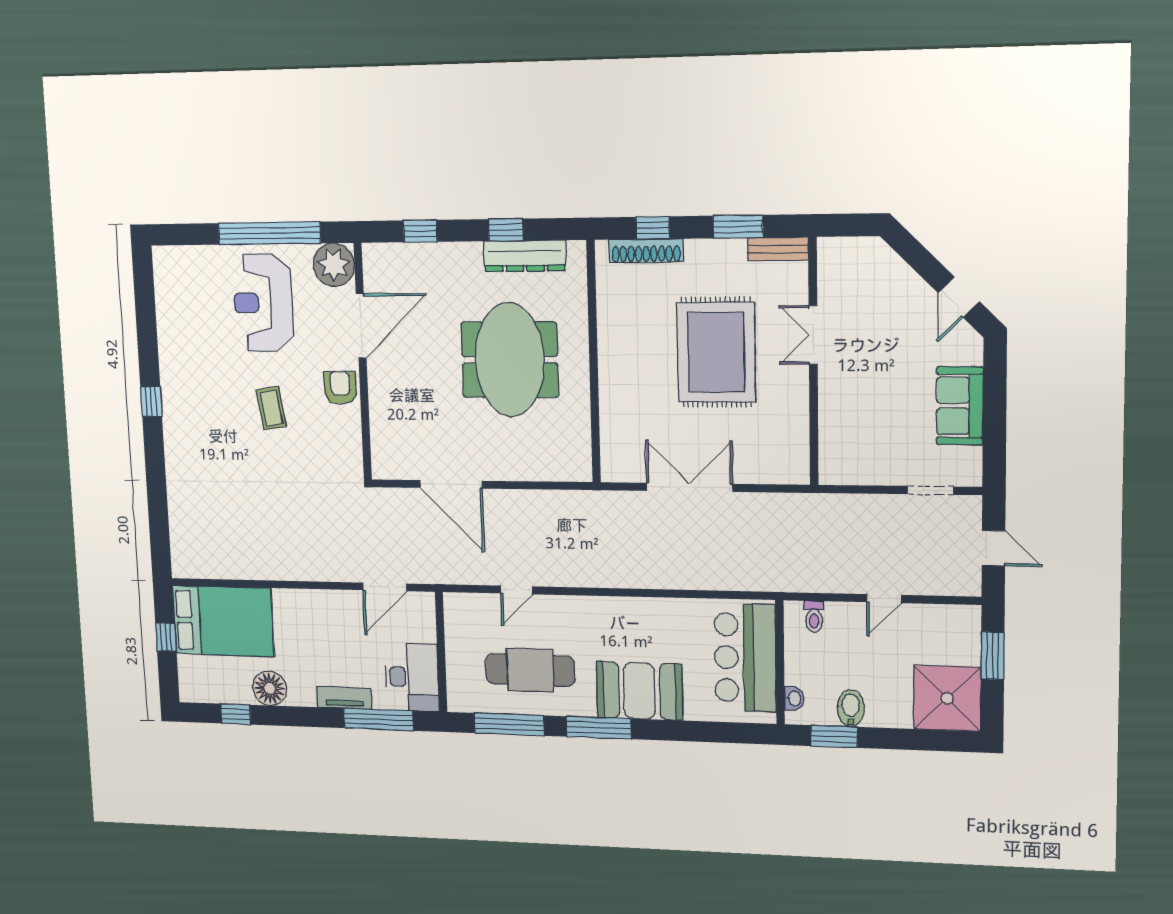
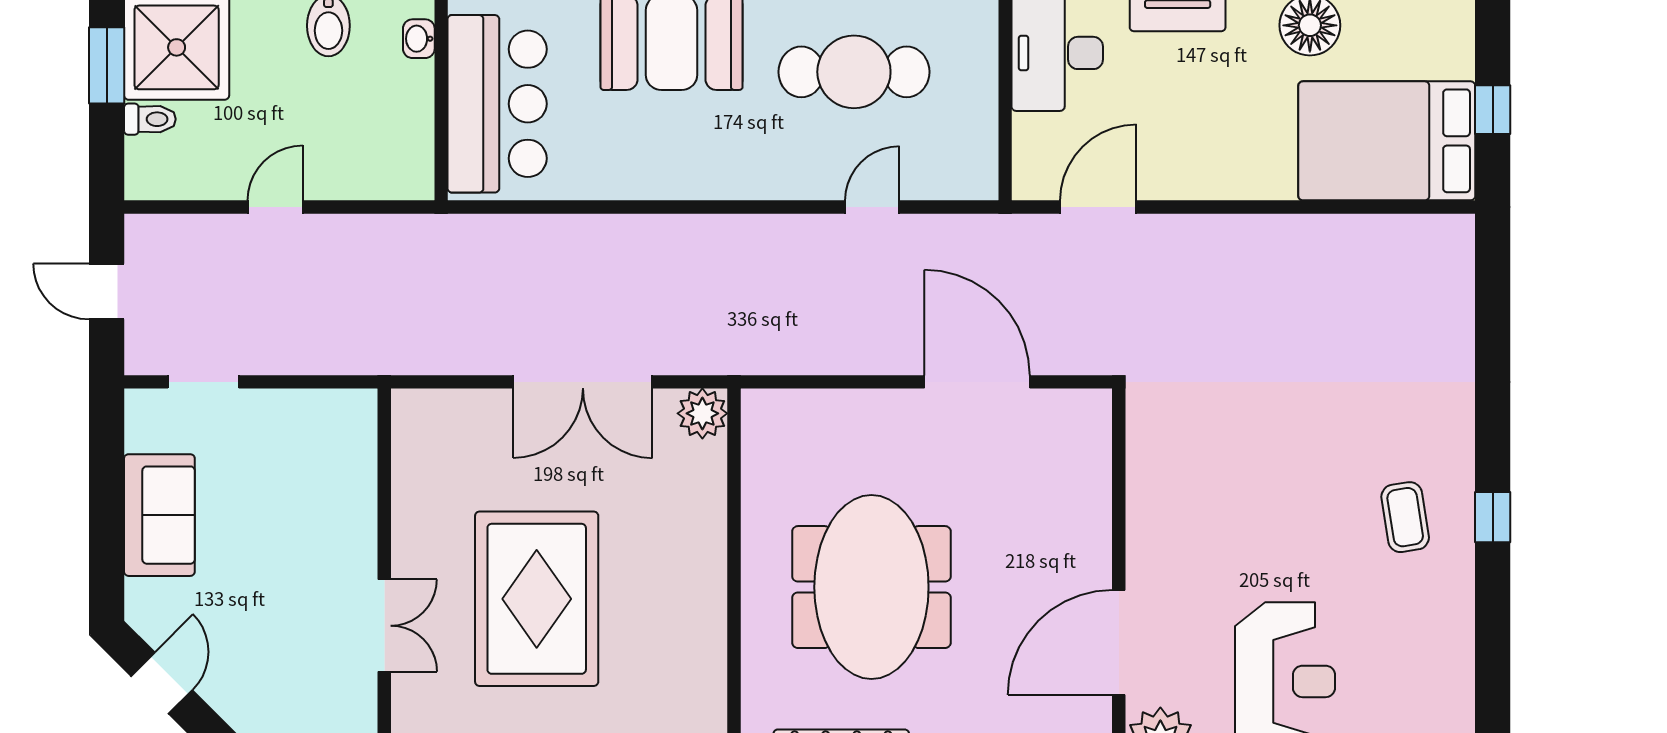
armchair: (340, 388) -> (1159, 541), removed
coffee table: (271, 408) -> (1405, 517), moved
plant: (615, 467) -> (702, 413), added
toilet: (814, 617) -> (150, 119), moved, turned 90
window: (993, 656) -> (107, 65), moved

